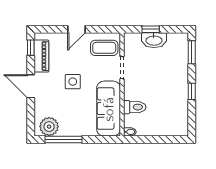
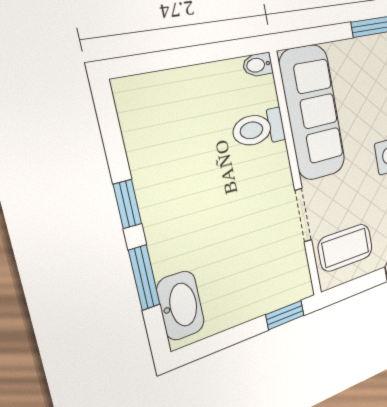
window: (151, 29) -> (285, 315), moved
washbasin: (154, 40) -> (181, 305), moved, turned 90
window: (192, 52) -> (144, 277), moved

